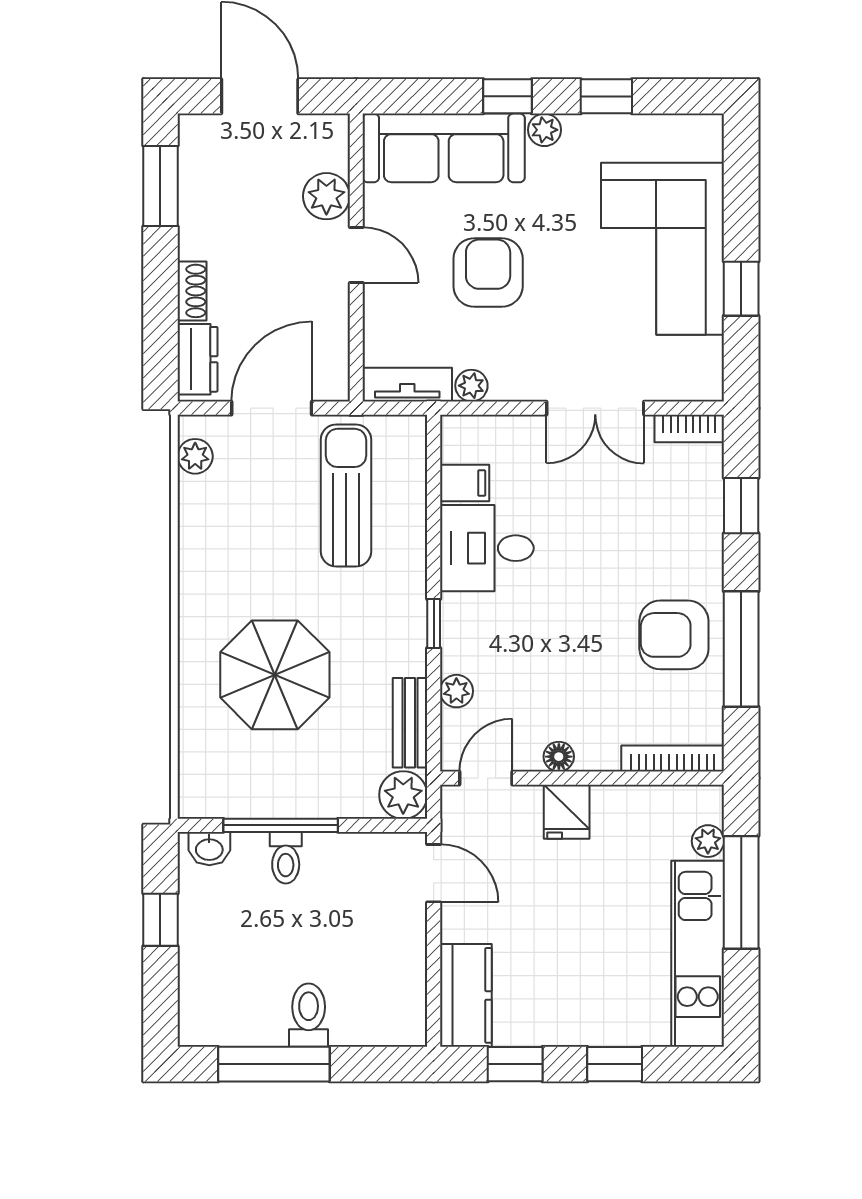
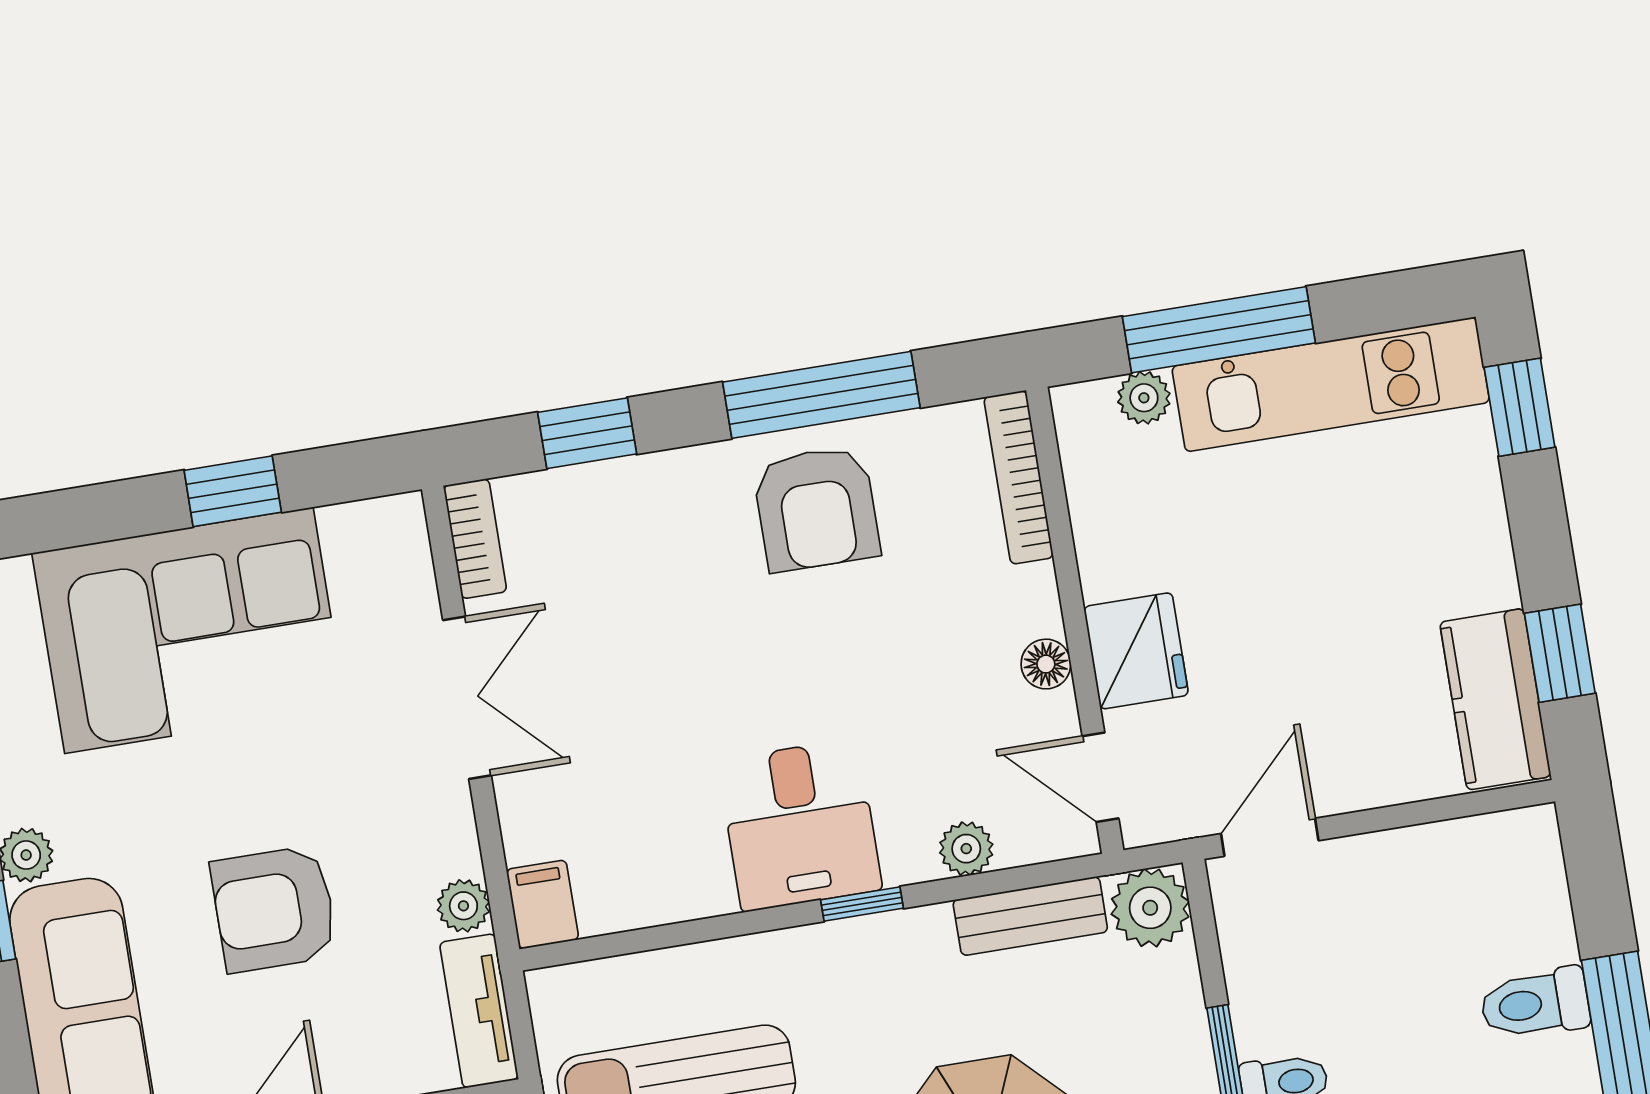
filing cabinet: (465, 483) -> (543, 904), moved
desk: (487, 548) -> (800, 825), moved
fridge: (567, 812) -> (1136, 651), width x1.38
kitchen counter: (466, 995) -> (1495, 699), moved, turned -90
window: (615, 1064) -> (1520, 407), moved

